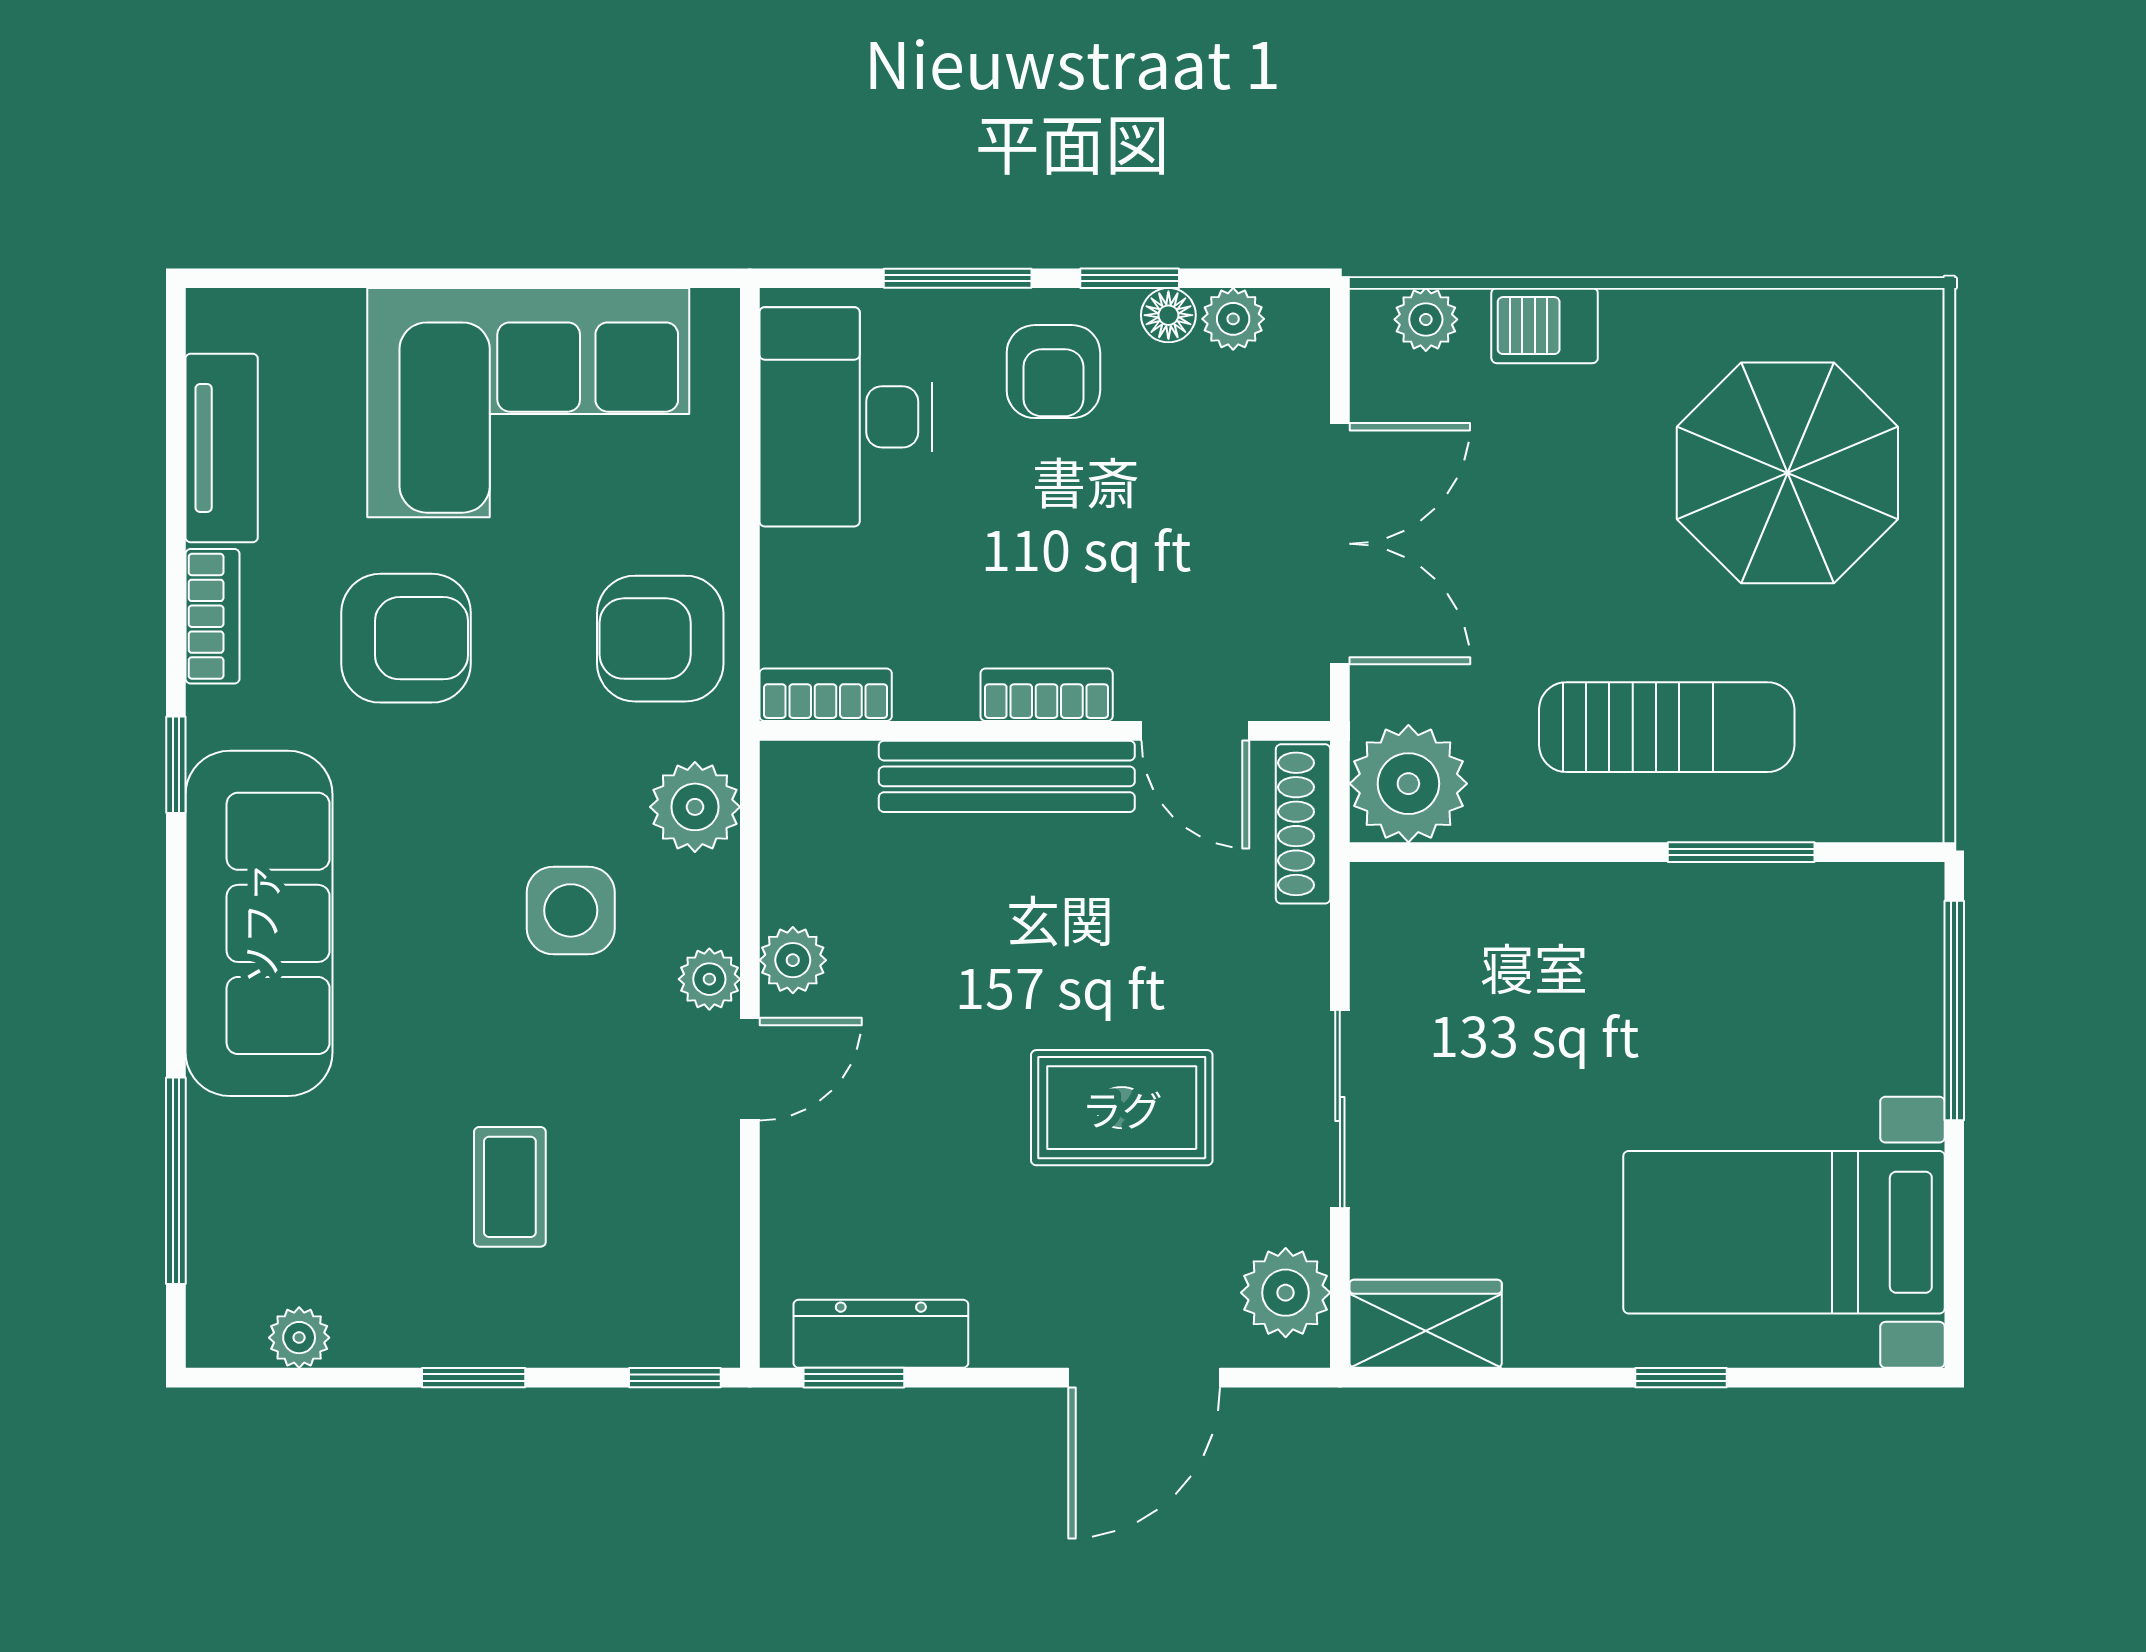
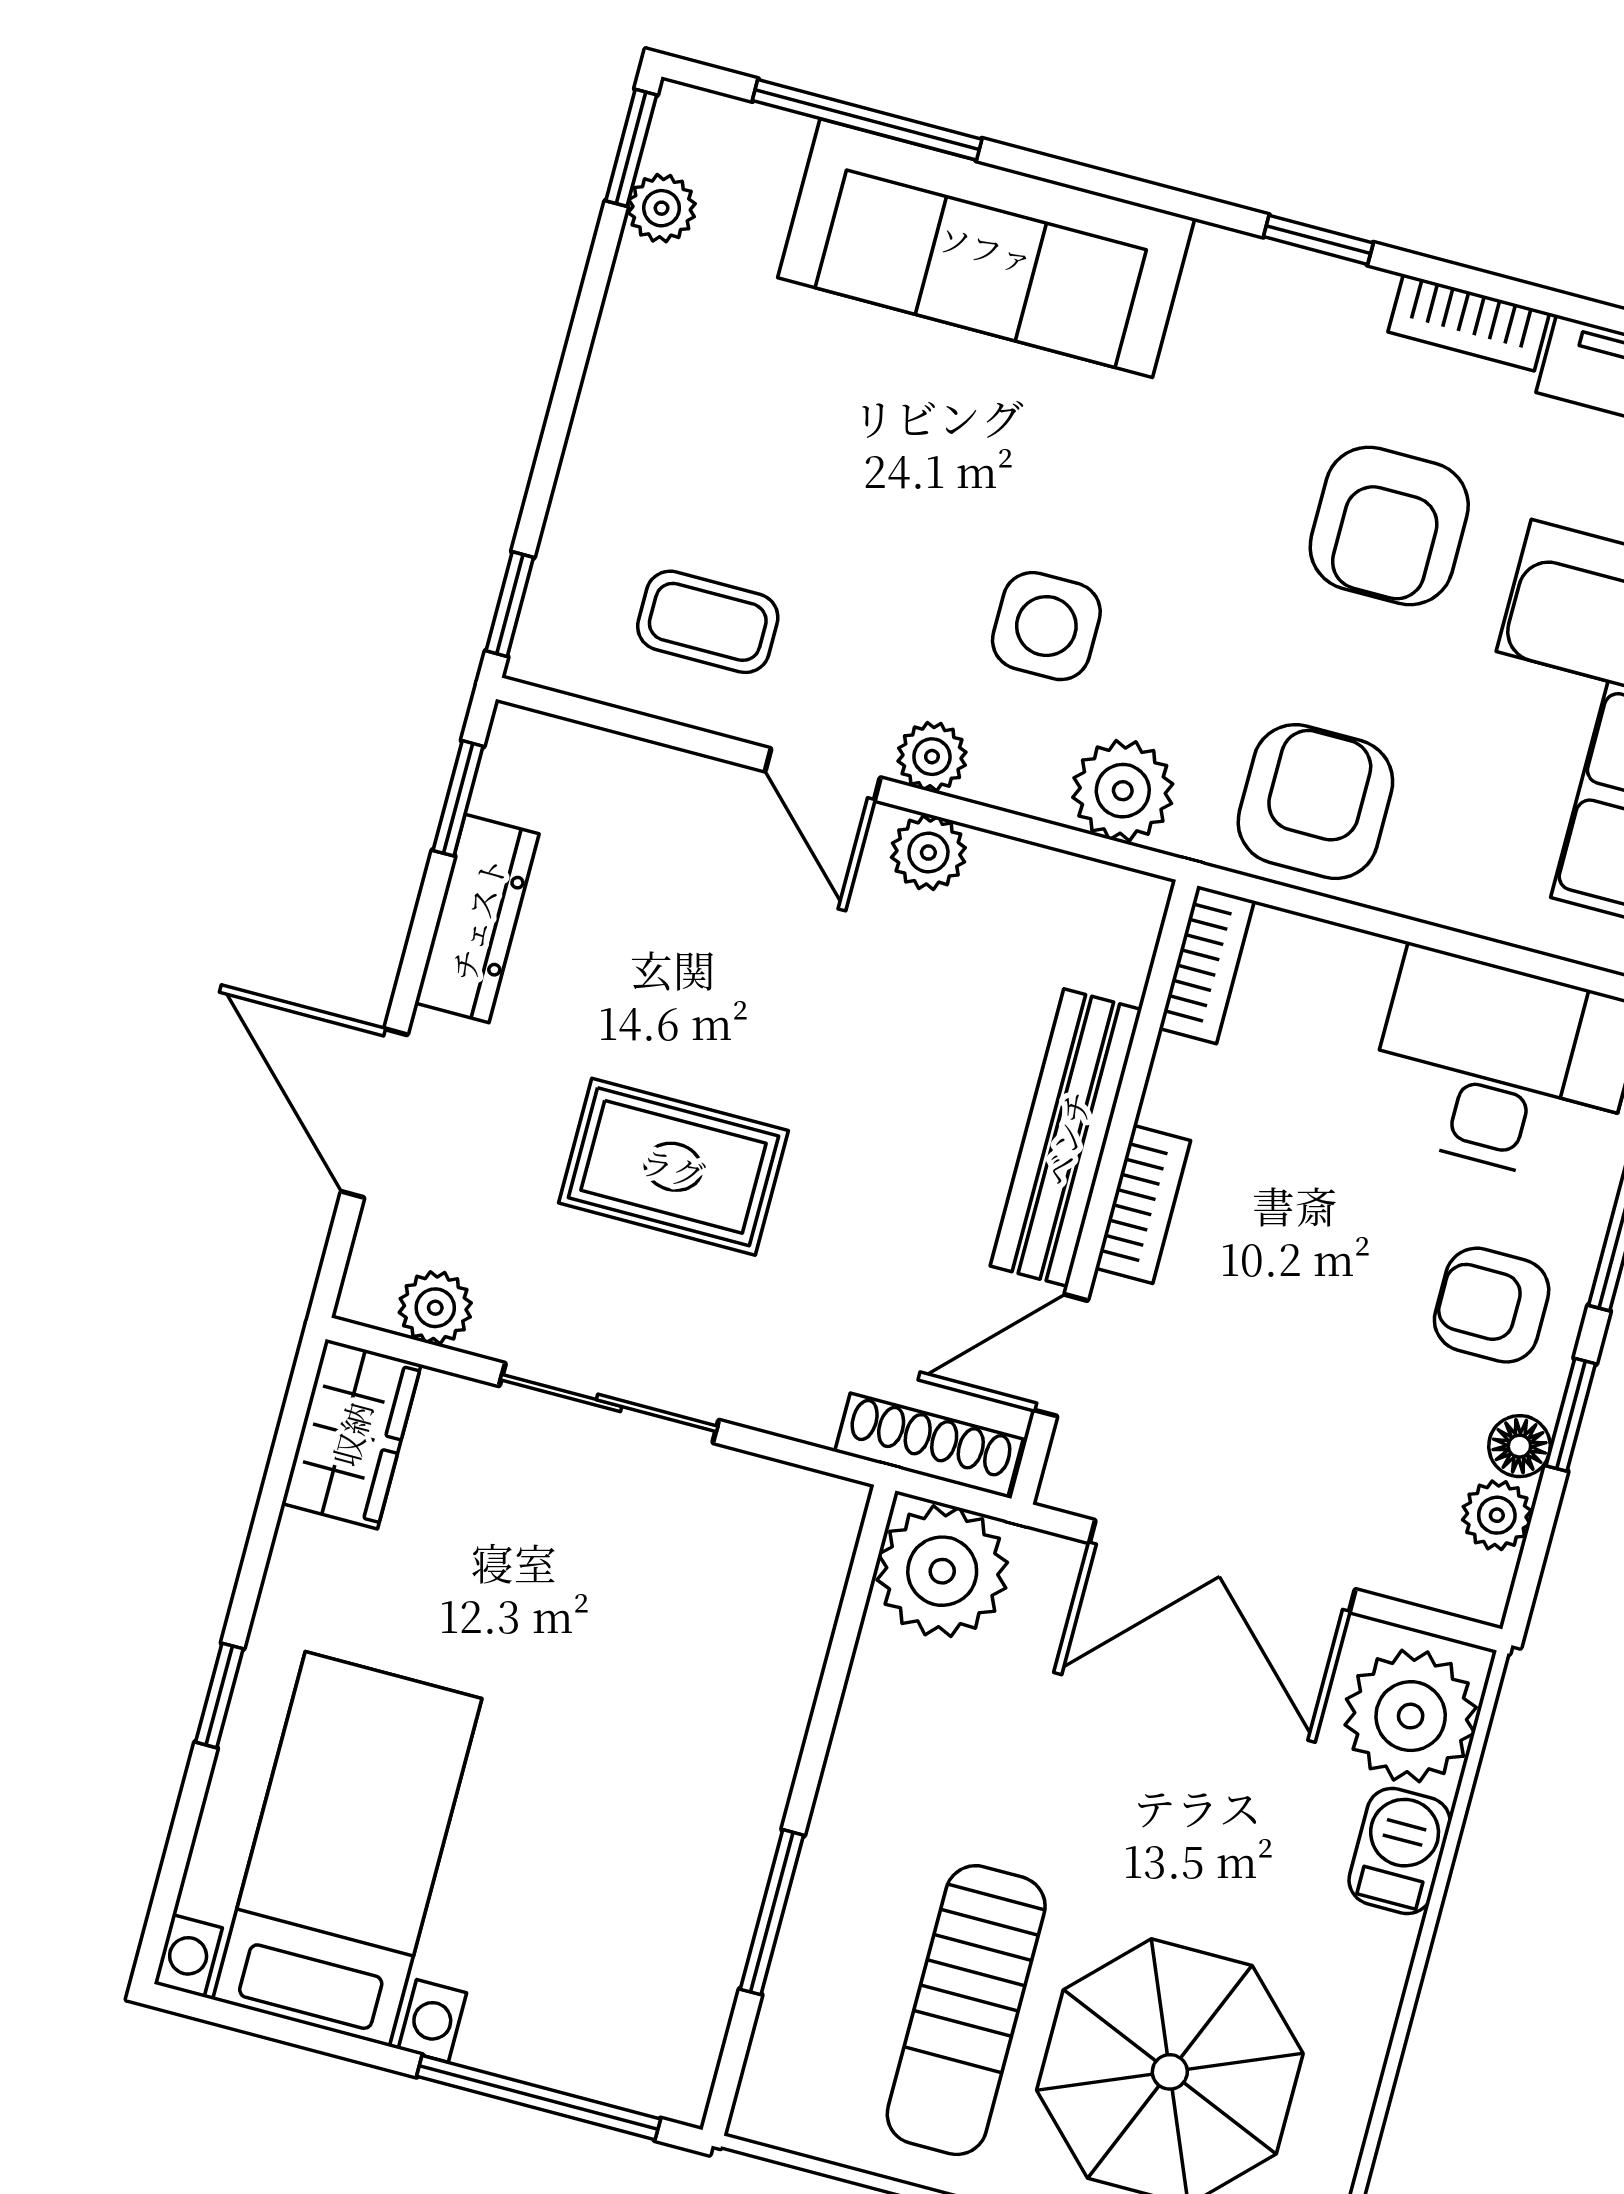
plant: (1426, 319) -> (1411, 1716), width x1.88, depth x1.88
sun lounger: (1667, 727) -> (966, 2010), moved
sofa: (259, 923) -> (986, 248), moved
rug: (1122, 1108) -> (673, 1167), turned 90
coffee table: (510, 1187) -> (708, 622), moved
plant: (1286, 1293) -> (435, 1308), width x0.73, depth x0.73
dresser: (881, 1334) -> (477, 918), moved
window: (474, 1378) -> (631, 148), moved

